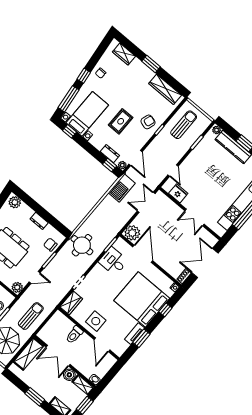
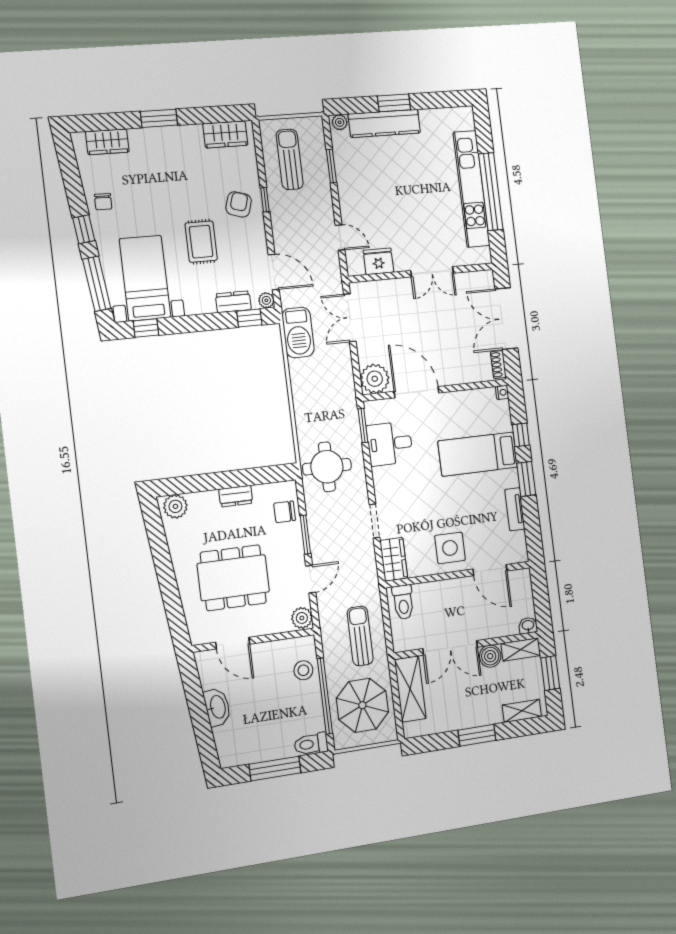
wardrobe: (165, 89) -> (225, 134), width x0.67
bed: (142, 299) -> (478, 454), width x0.49
toilet: (74, 335) -> (403, 602), moved
window: (141, 338) -> (526, 479), moved

